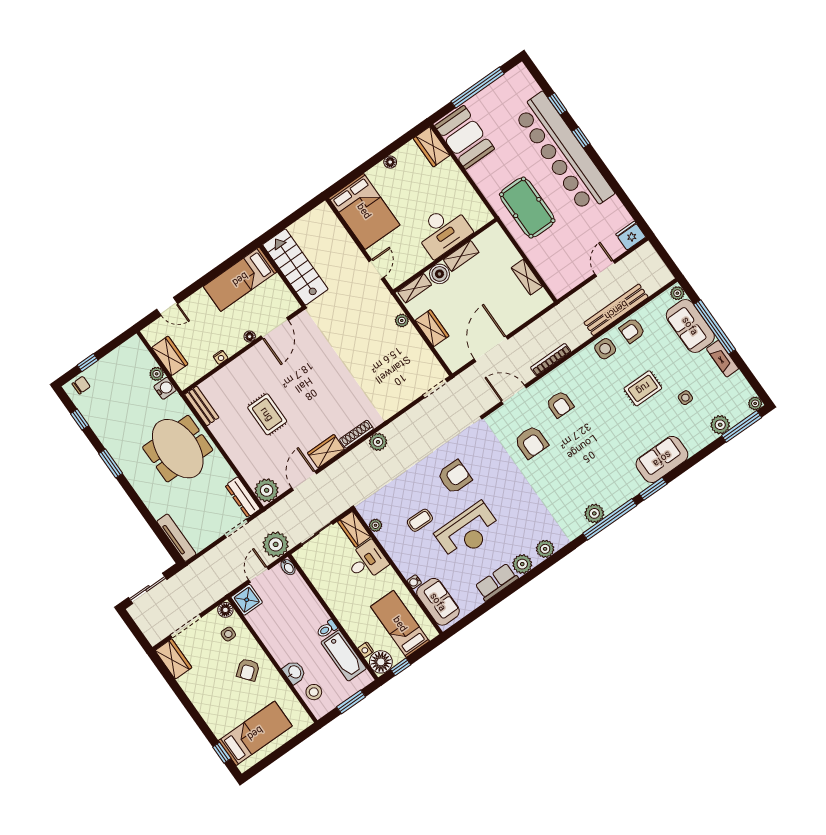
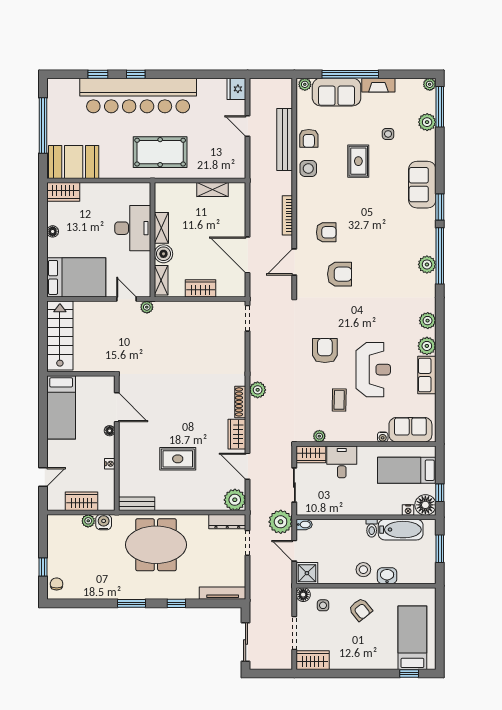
stairs: (295, 267) -> (60, 335), moved, turned 90
plant: (402, 320) -> (147, 307), moved
window: (80, 420) -> (176, 603), moved
stool: (314, 692) -> (363, 570), moved

